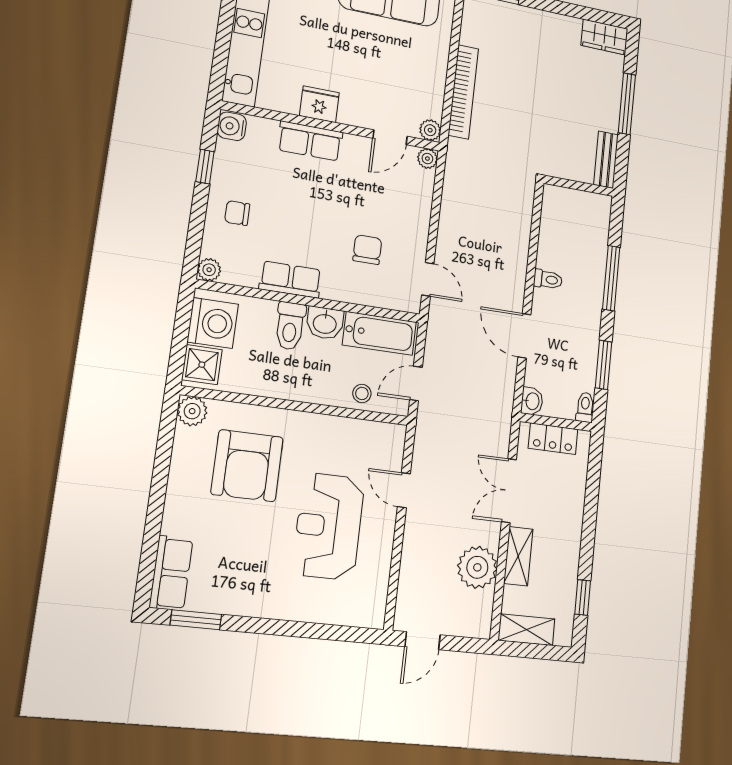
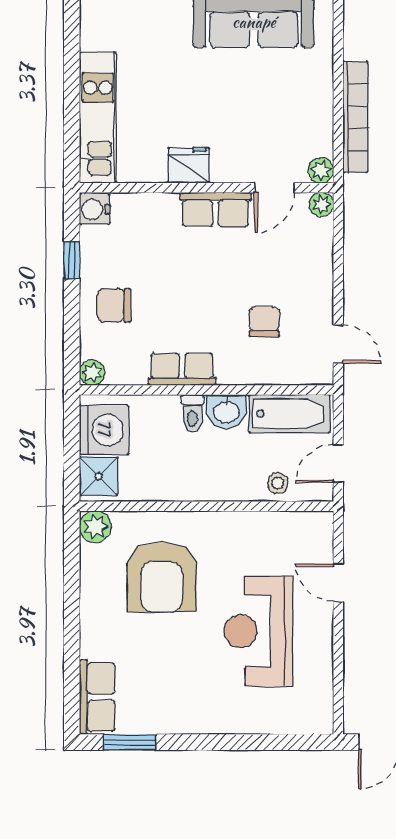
row of seats: (310, 141) -> (215, 210), moved
chair: (237, 213) -> (114, 305), width x1.37, depth x1.37
toilet: (290, 326) -> (193, 413), width x0.73, depth x0.72

